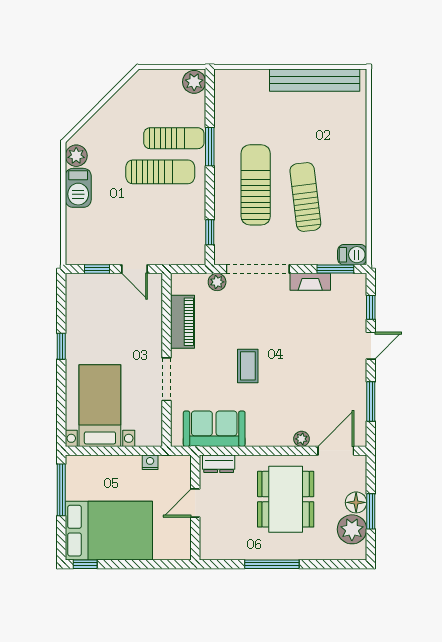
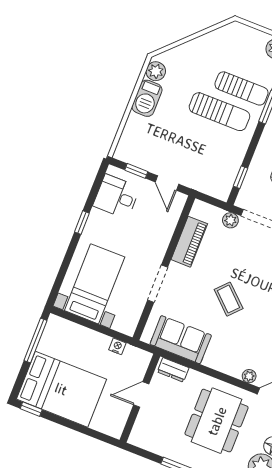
desk: (87, 304) -> (116, 197), added
coffee table: (248, 366) -> (229, 299), turned -47

